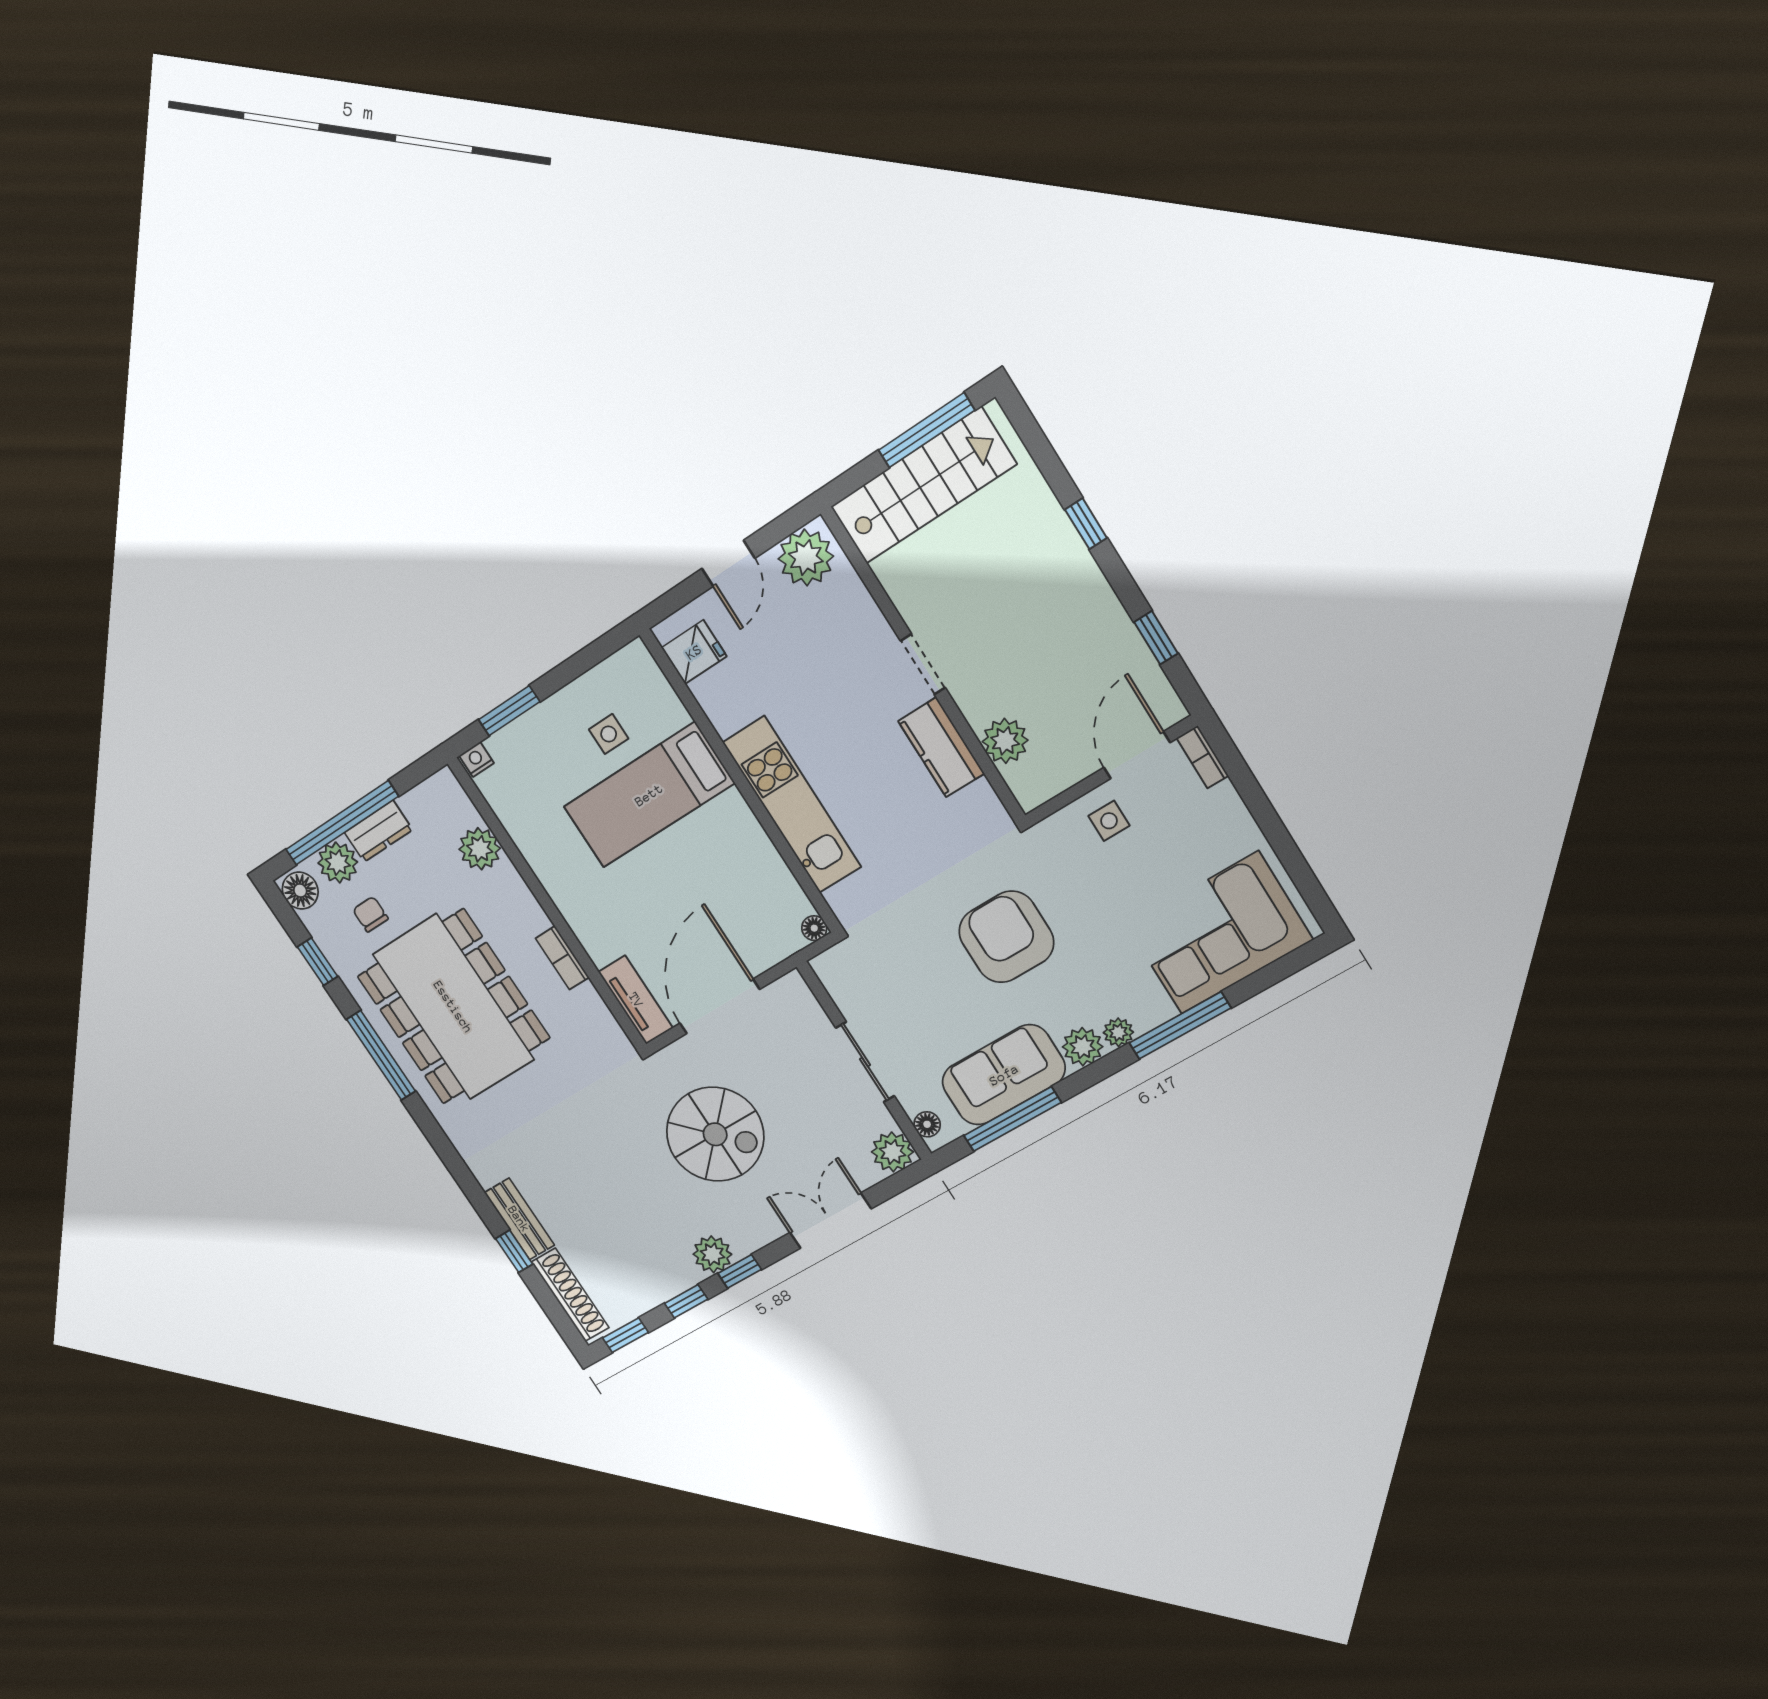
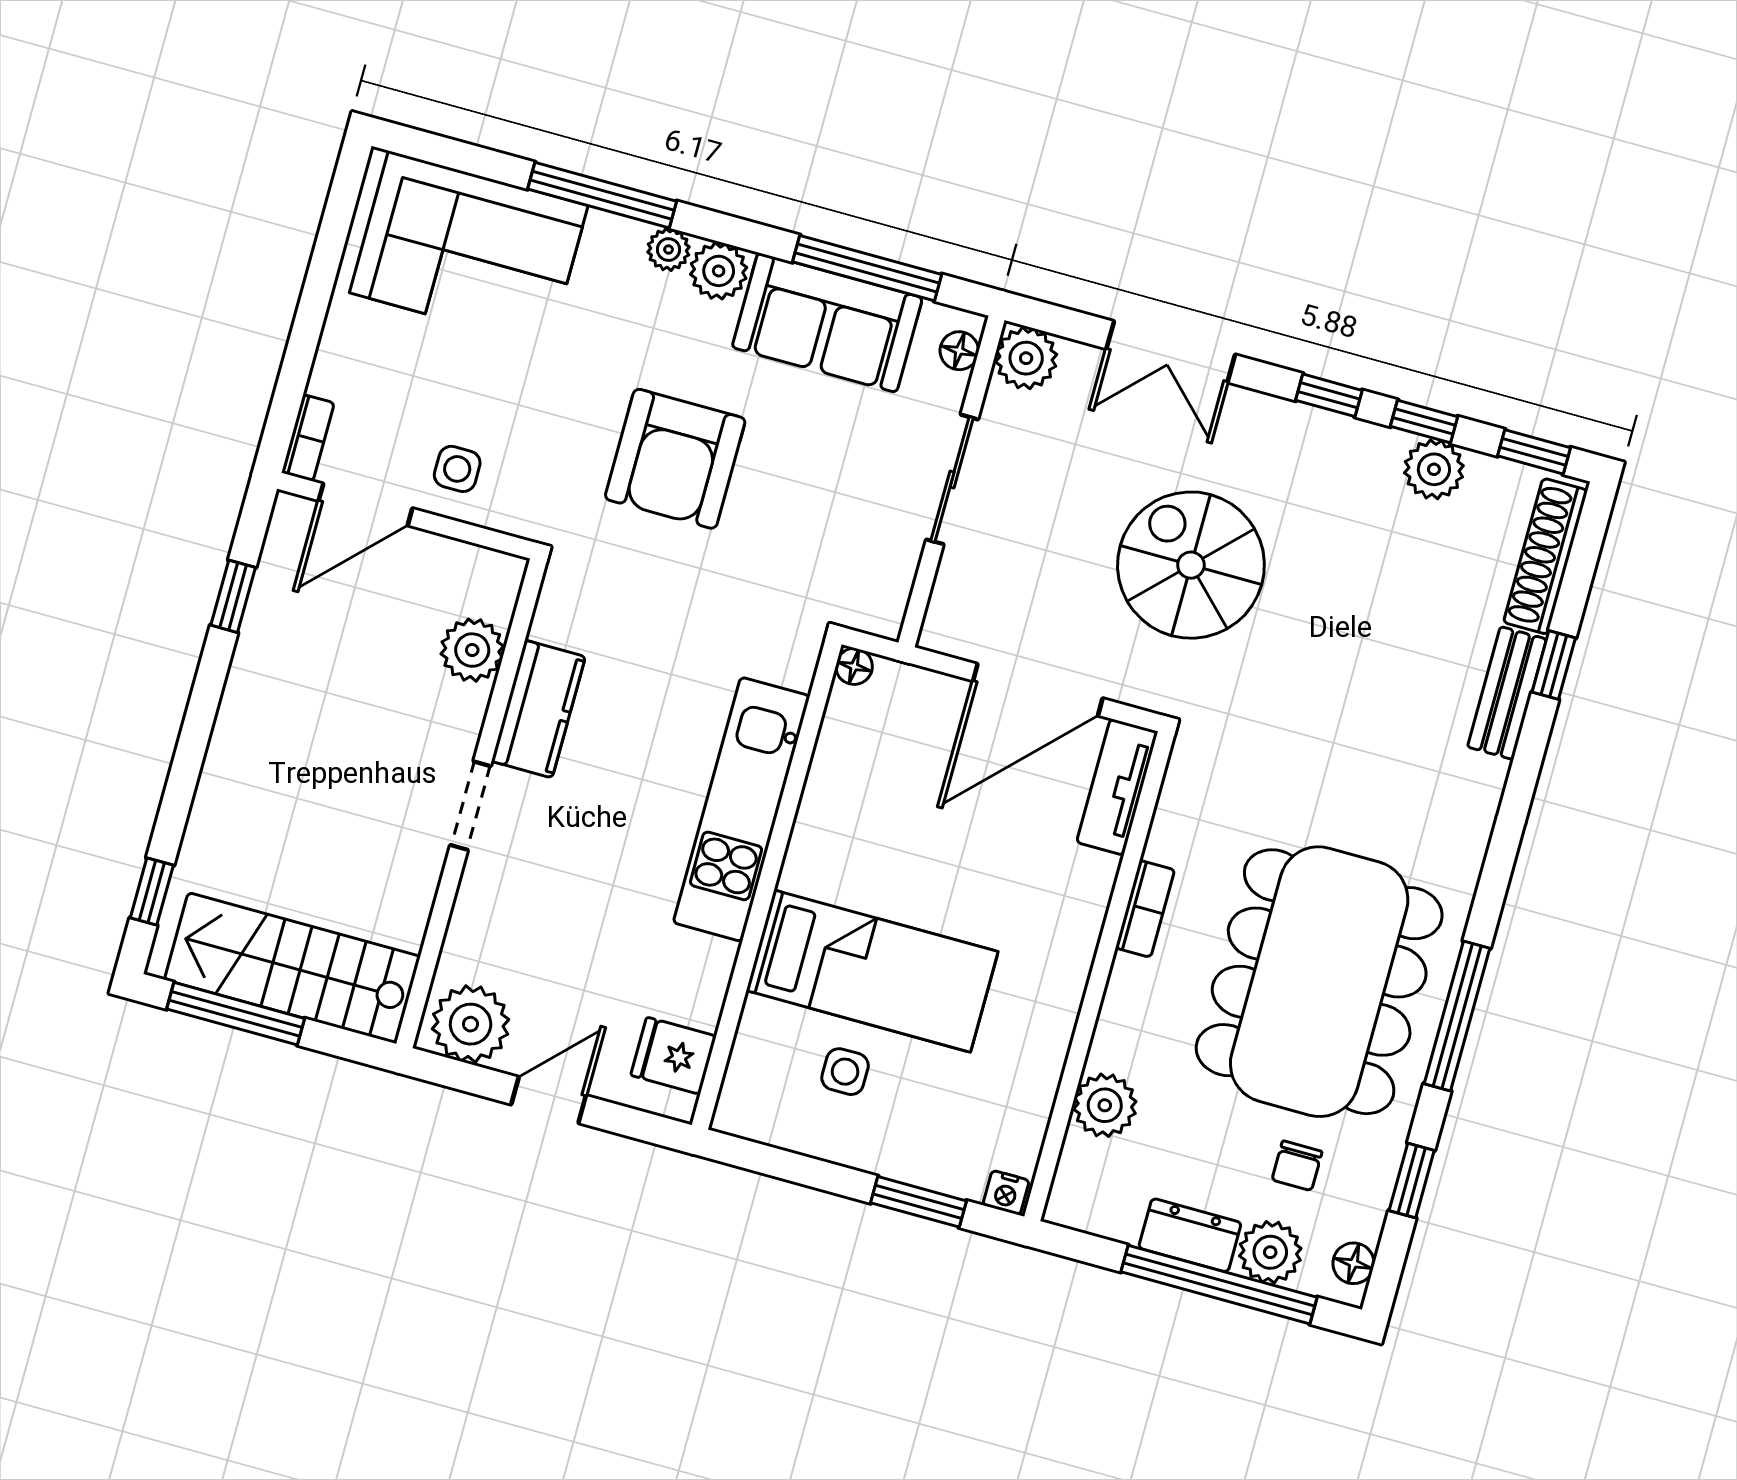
window: (1086, 524) -> (152, 891), moved
floor lamp: (300, 891) -> (1353, 1263), width x0.73, depth x0.73
plant: (712, 1254) -> (1434, 469), moved

